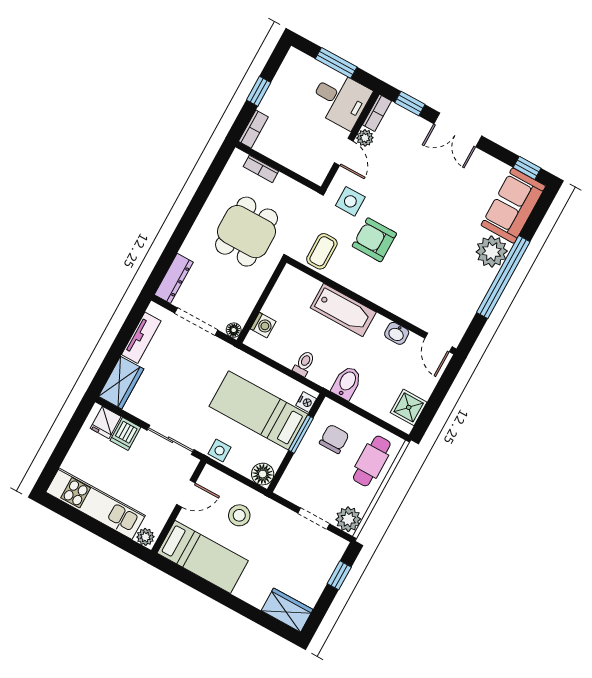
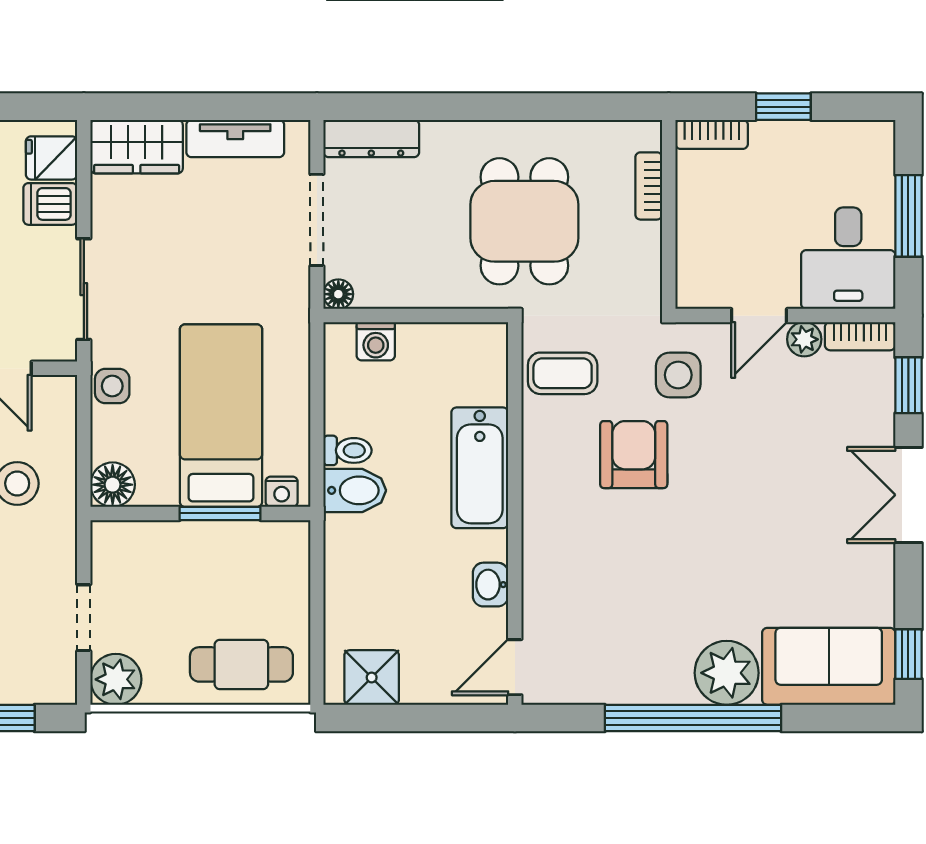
dining table: (247, 232) -> (524, 221), turned 90
bidet: (347, 383) -> (355, 490), moved
chair: (334, 439) -> (244, 577), removed

